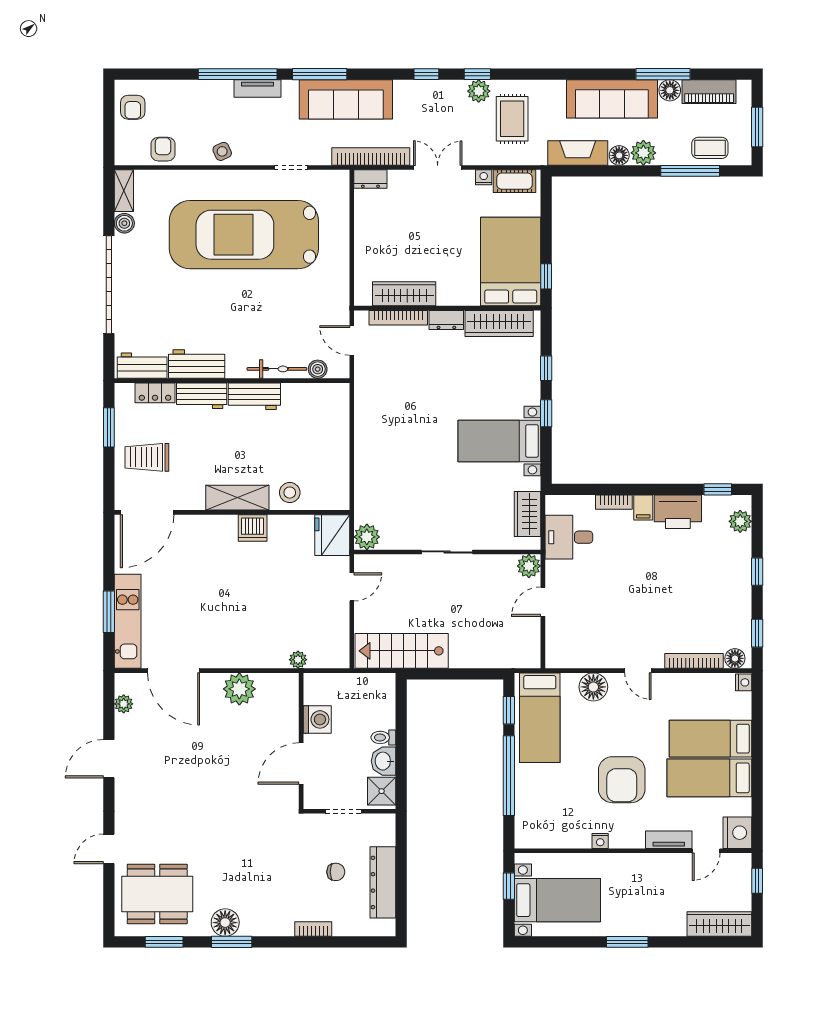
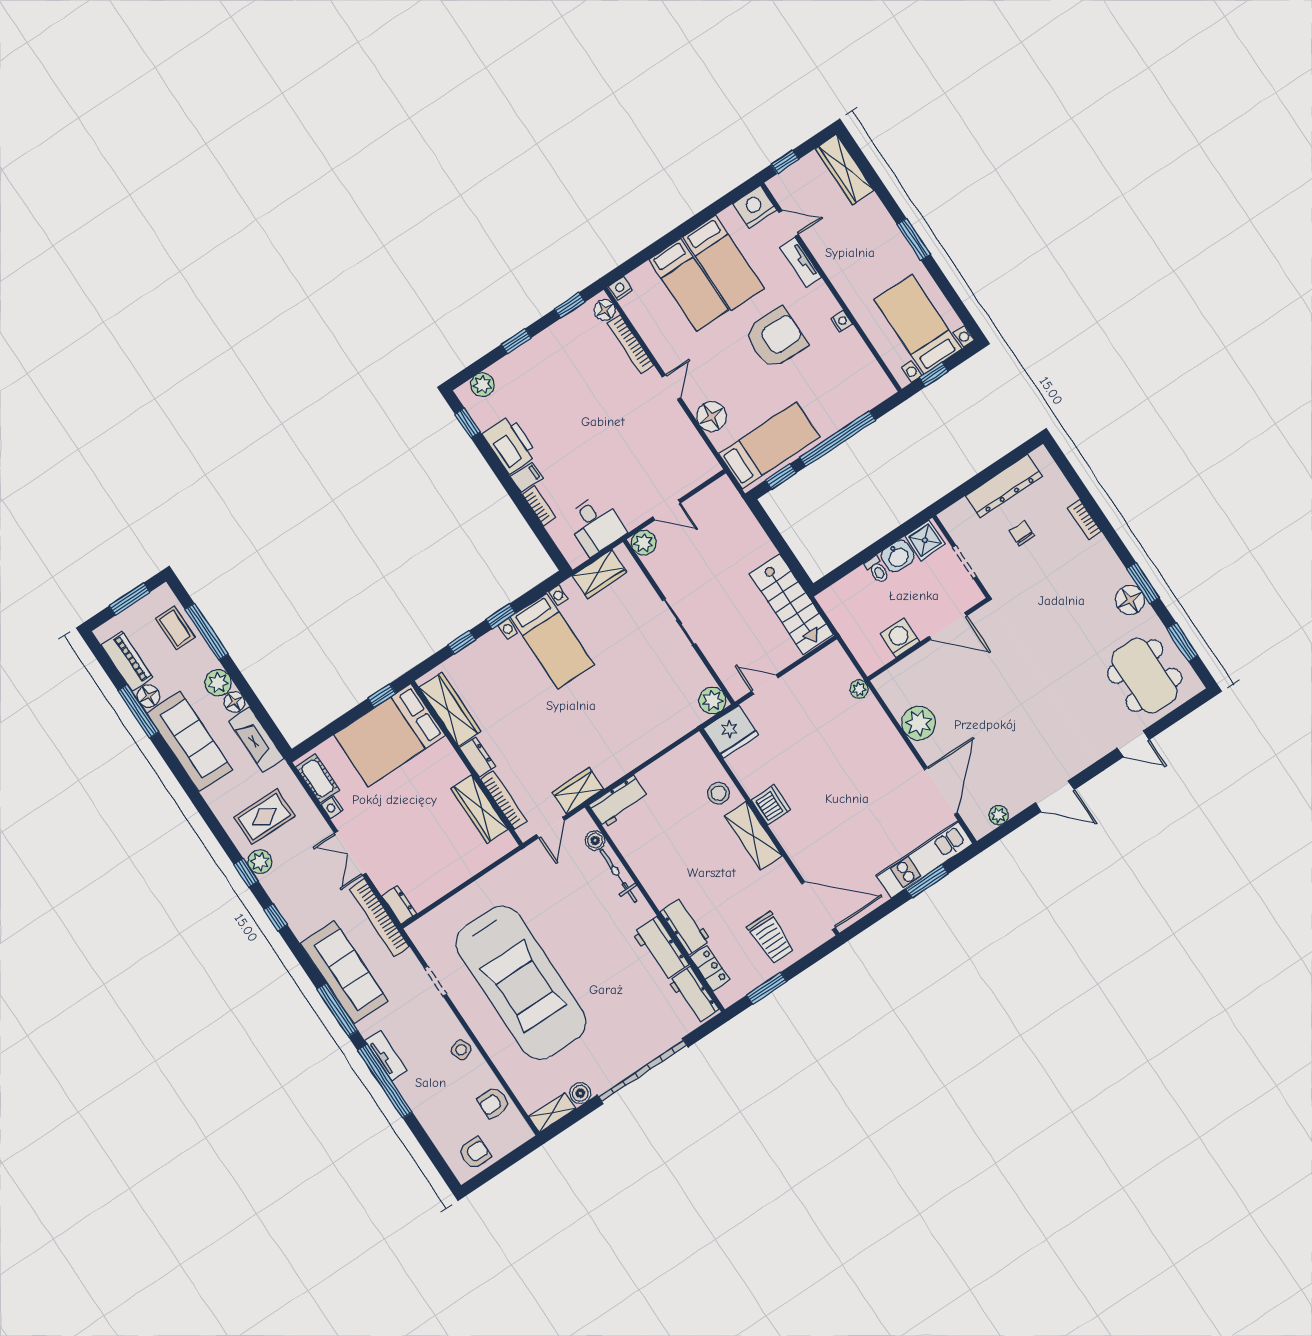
wardrobe: (366, 382) -> (578, 791), added
workbench: (254, 396) -> (619, 802), moved, turned 90

